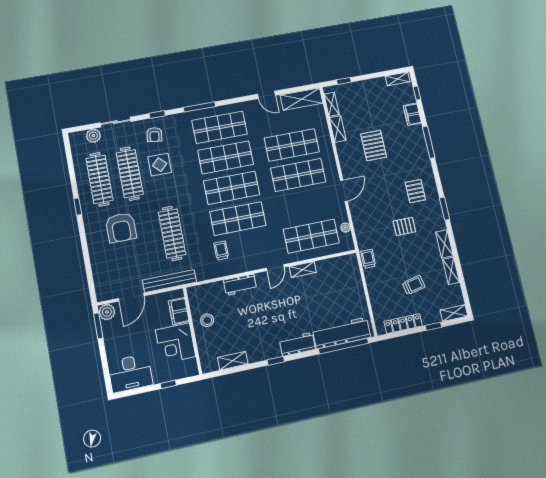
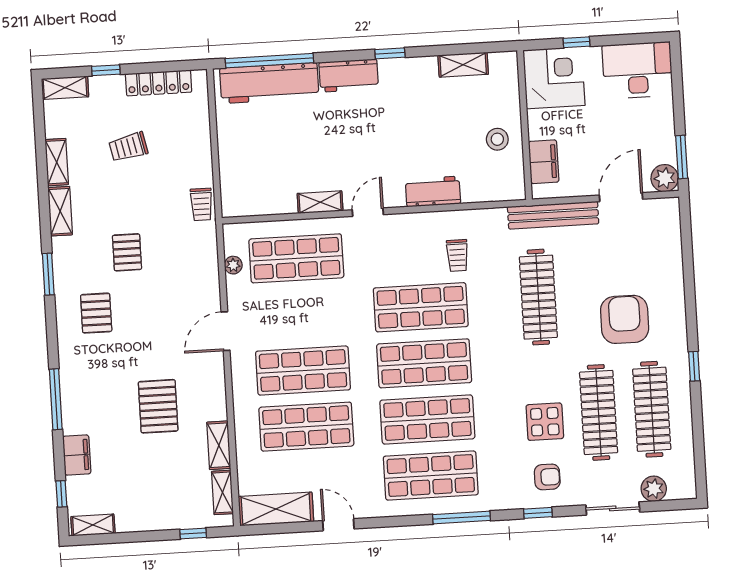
armchair: (154, 135) -> (547, 477), turned 82
pallet: (404, 226) -> (127, 252), turned 90
corner desk: (176, 343) -> (554, 78), moved

